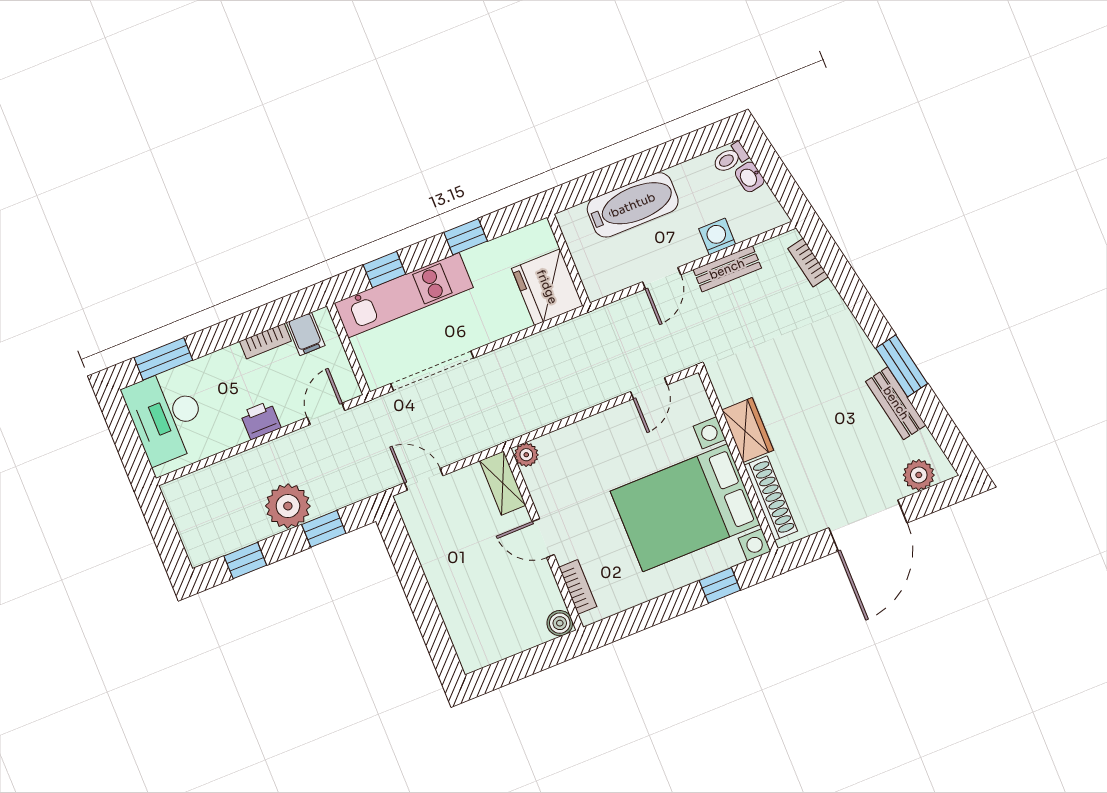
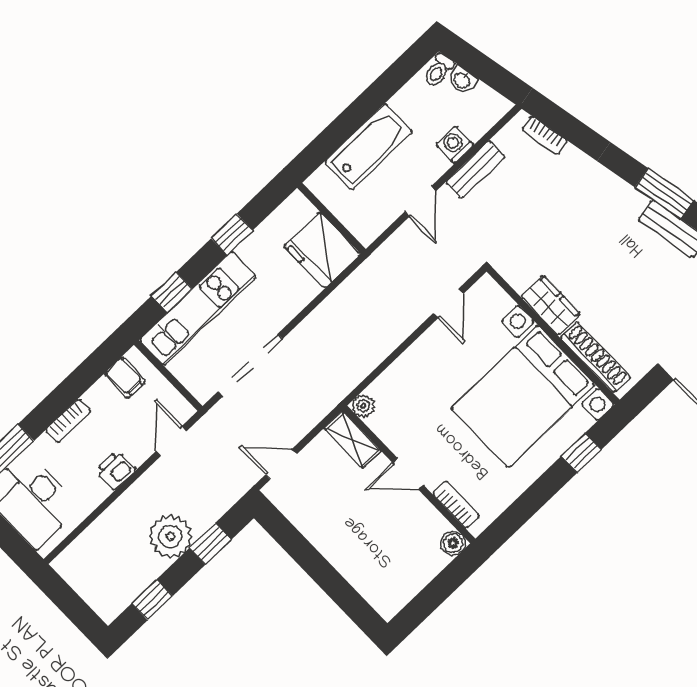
bookcase: (265, 341) -> (68, 421), moved

